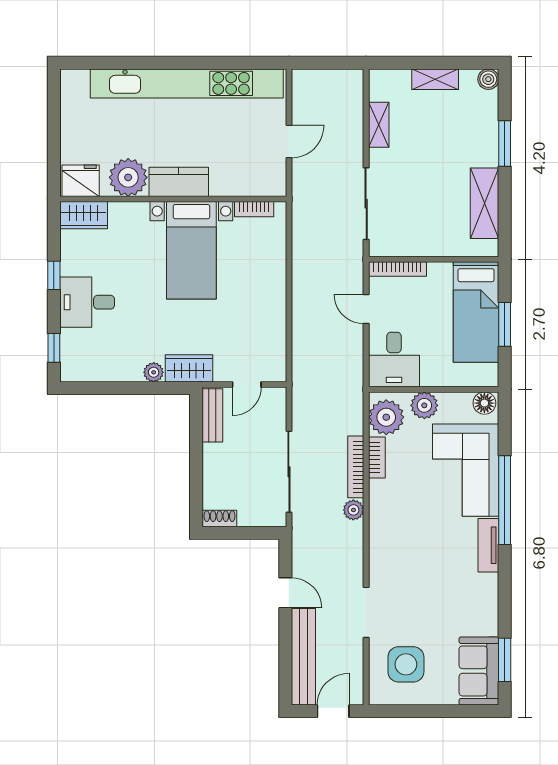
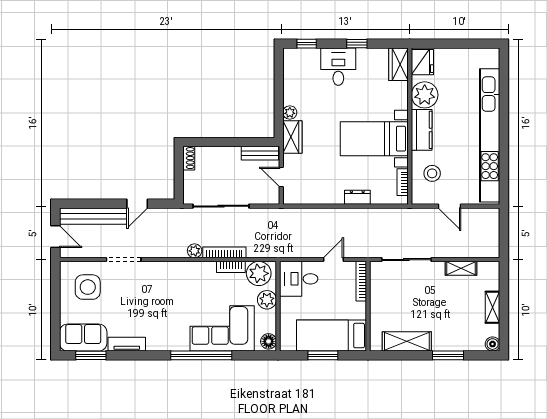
stool: (242, 167) -> (432, 173), added
dresser: (276, 275) -> (357, 197), added
tv unit: (488, 545) -> (127, 344), moved

